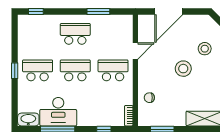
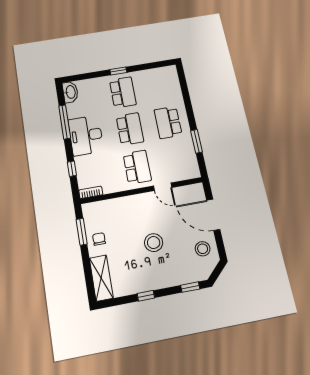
window: (36, 11) -> (183, 81), removed
school desk: (75, 34) -> (168, 122), turned 180
stool: (205, 49) -> (203, 249), moved
chair: (149, 98) -> (99, 239), moved
desk: (58, 112) -> (86, 135), moved

